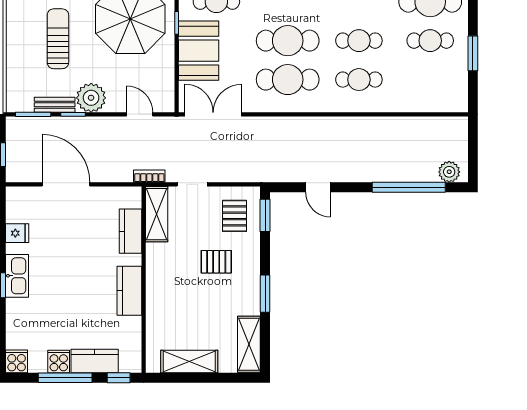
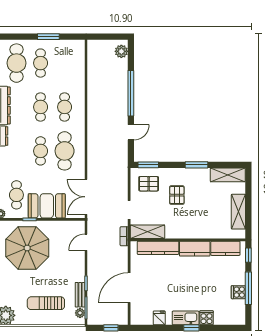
sun lounger: (58, 39) -> (46, 303), moved
cafe table: (288, 41) -> (41, 151), width x0.73, depth x0.74
plant: (91, 98) -> (80, 313), moved, width x0.53, depth x0.53
window: (409, 187) -> (131, 93), moved
kitchen counter: (131, 231) -> (158, 248), width x1.50
cooker: (17, 361) -> (206, 318), moved, turned 90
kitchen counter: (95, 361) -> (225, 248), moved, turned -90

